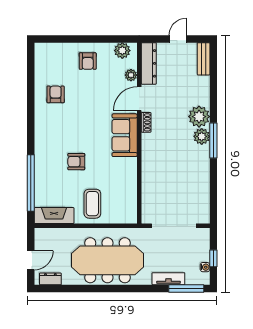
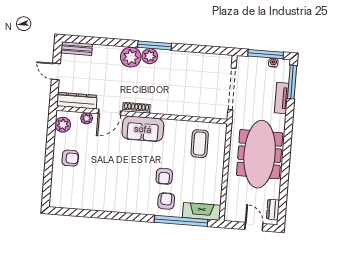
armchair: (56, 94) -> (166, 201), moved, turned 90
door: (139, 99) -> (110, 112), hinge flipped
shoe rack: (146, 122) -> (136, 108), width x1.43
coffee table: (92, 204) -> (200, 144), moved, turned 90
fireplace: (54, 216) -> (202, 211), moved, turned 90
window: (213, 258) -> (266, 54), width x2.17

